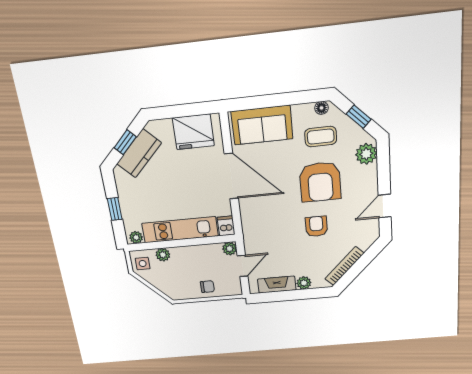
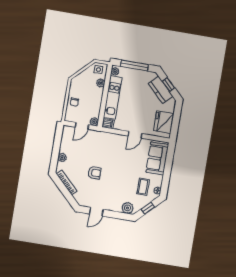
door: (231, 176) -> (135, 135), width x0.53
armchair: (320, 182) -> (119, 181), removed
door: (385, 206) -> (96, 212), swing flipped
window: (115, 209) -> (134, 65), width x2.17
door: (243, 266) -> (82, 126), hinge flipped
fireplace: (277, 285) -> (65, 142), removed

